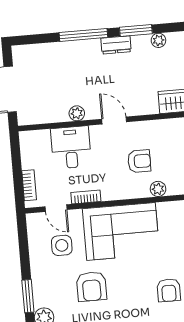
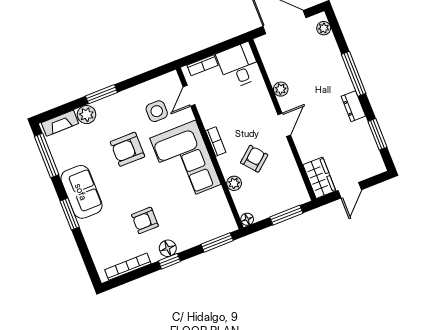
window: (136, 30) -> (377, 134), moved
plant: (158, 40) -> (324, 28), moved
desk: (71, 147) -> (239, 65), moved, turned -90
armchair: (139, 161) -> (254, 159), turned -130
bookcase: (86, 197) -> (216, 141), moved

